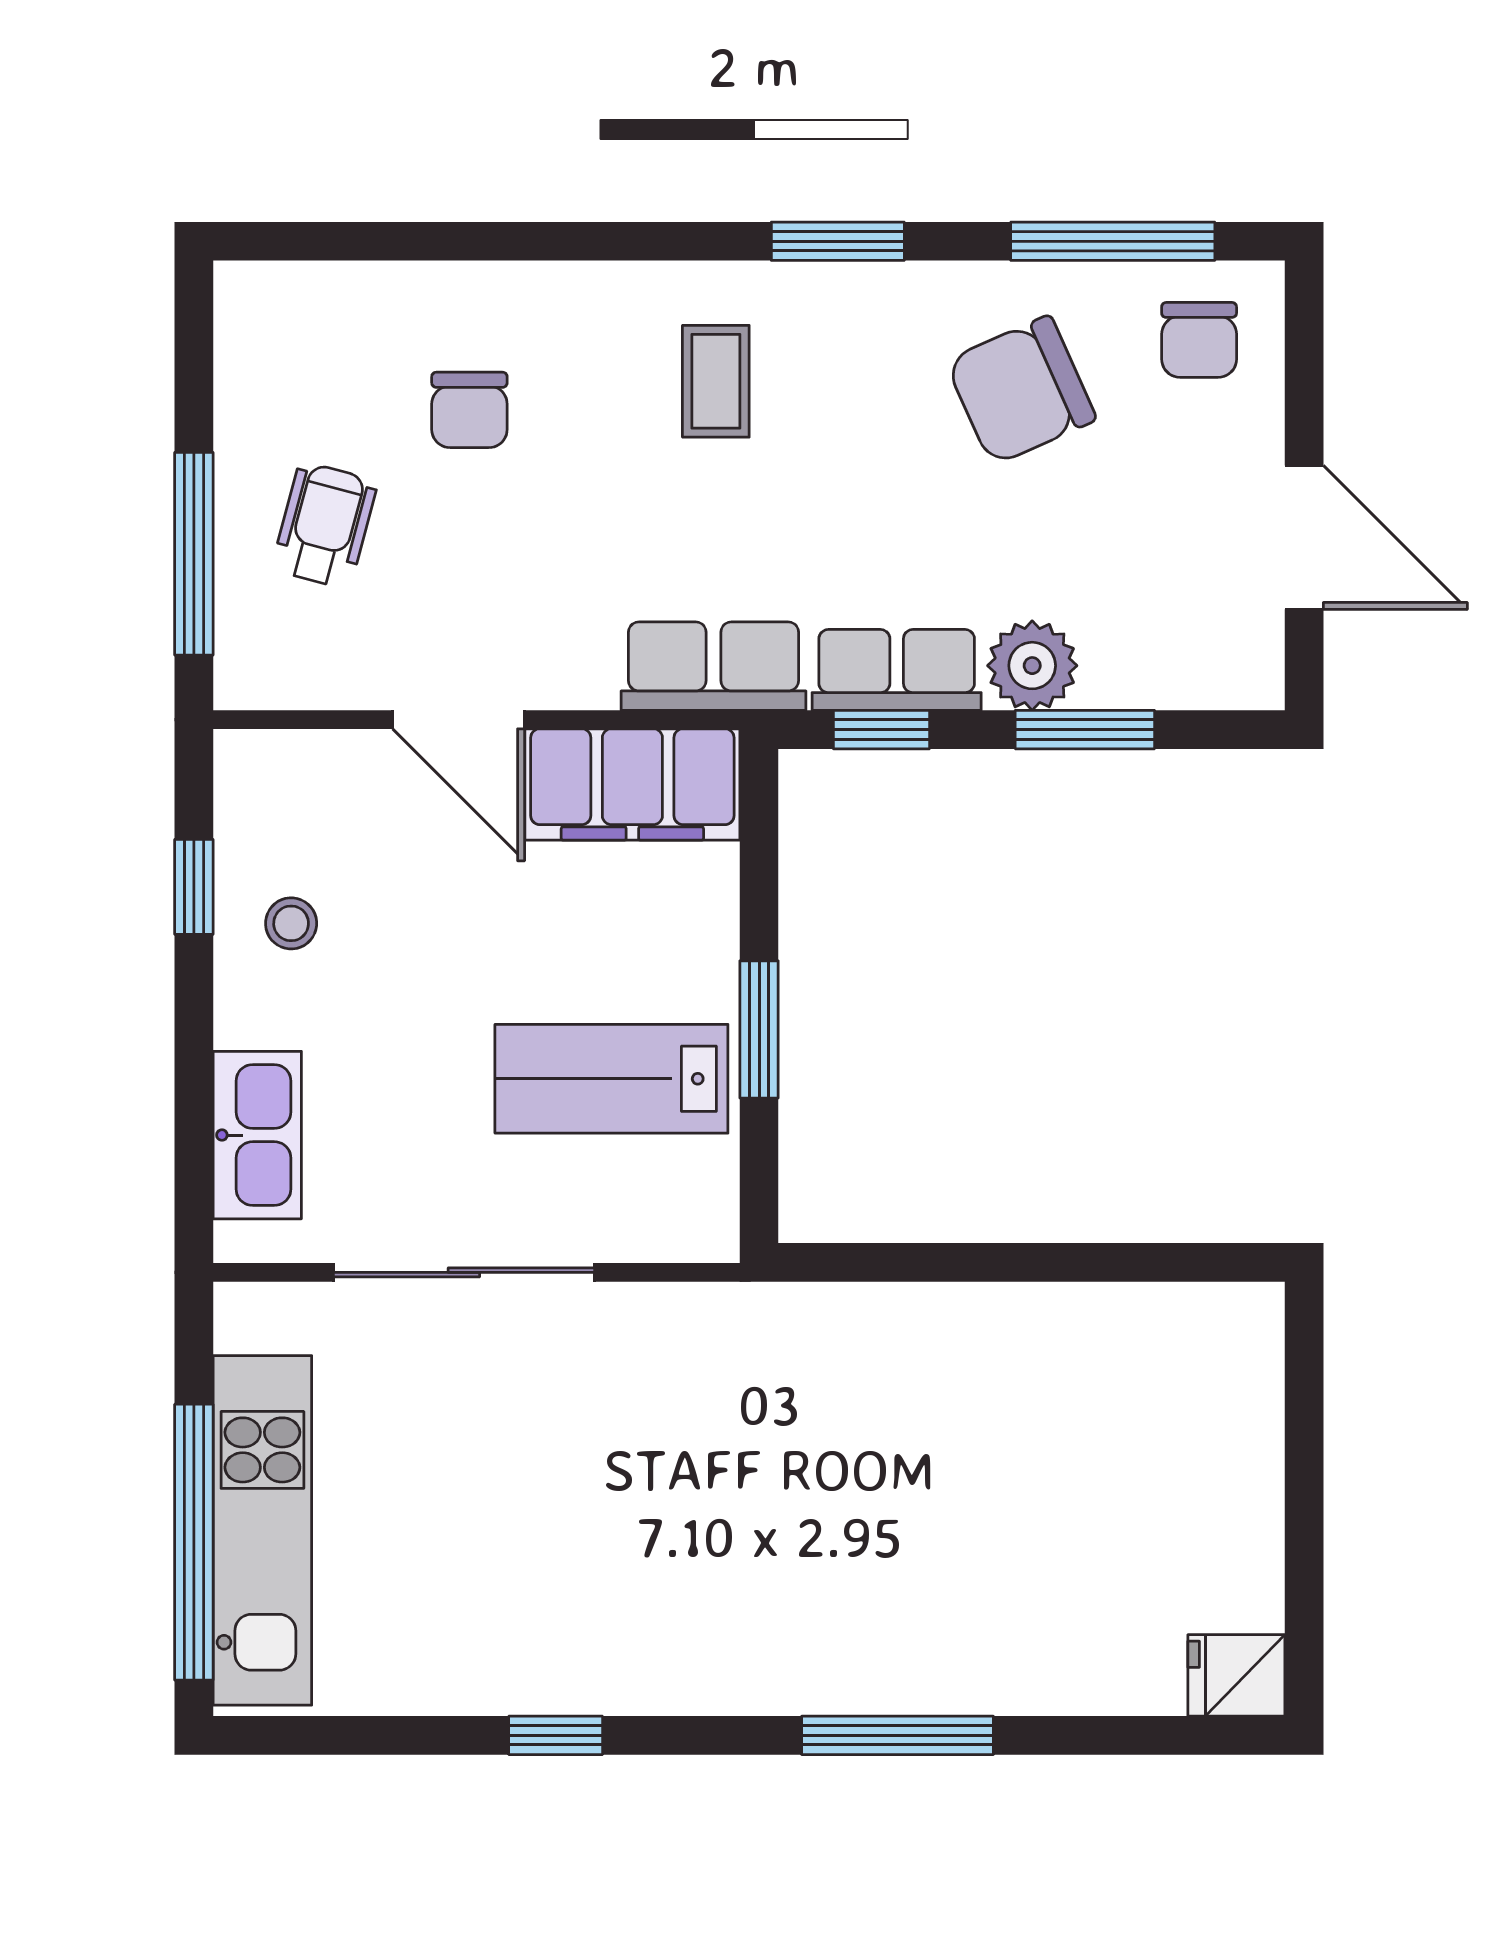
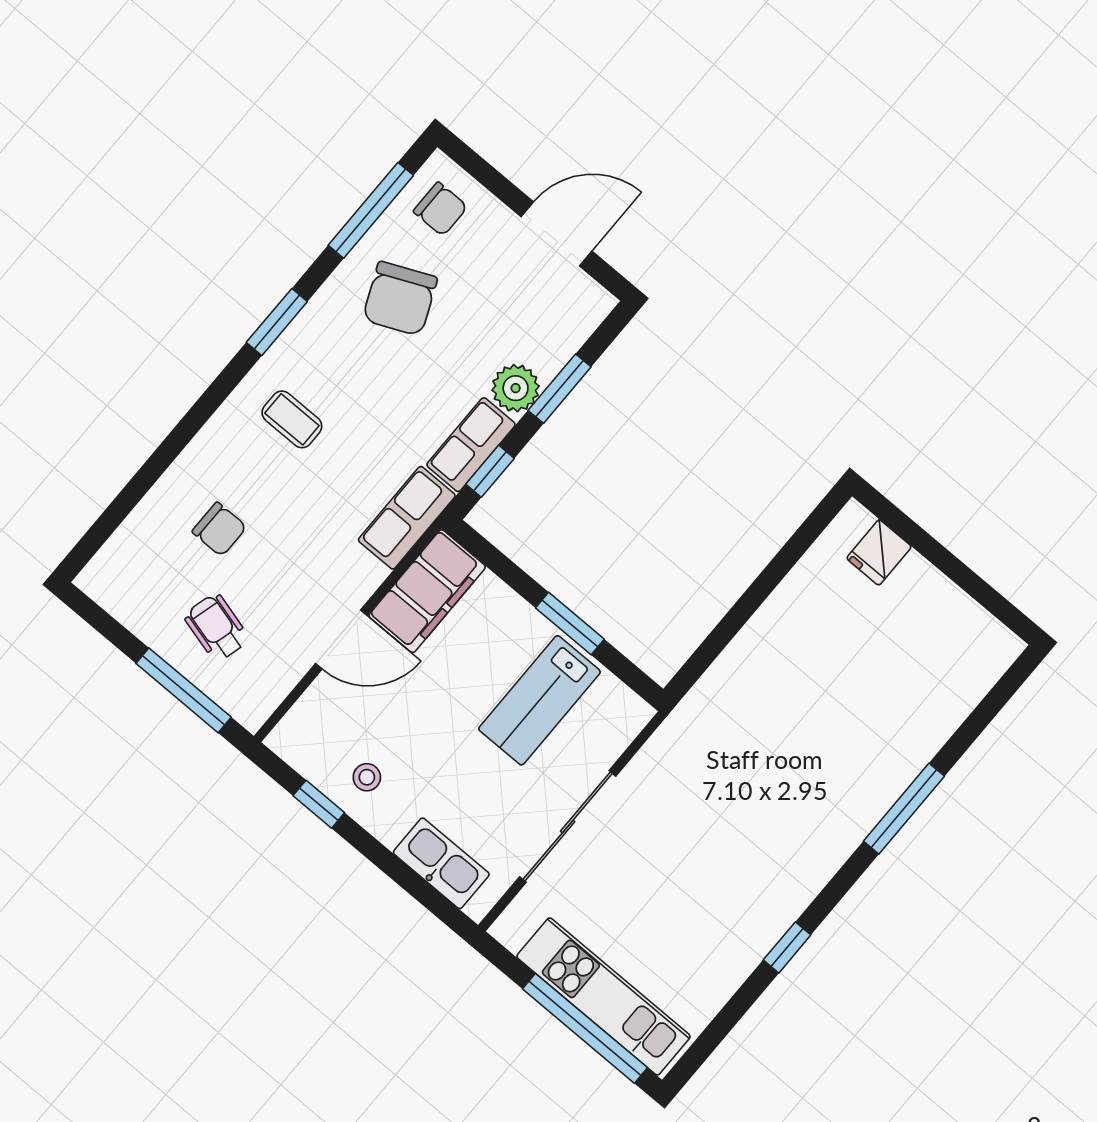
fridge: (1236, 1675) -> (879, 552), moved

